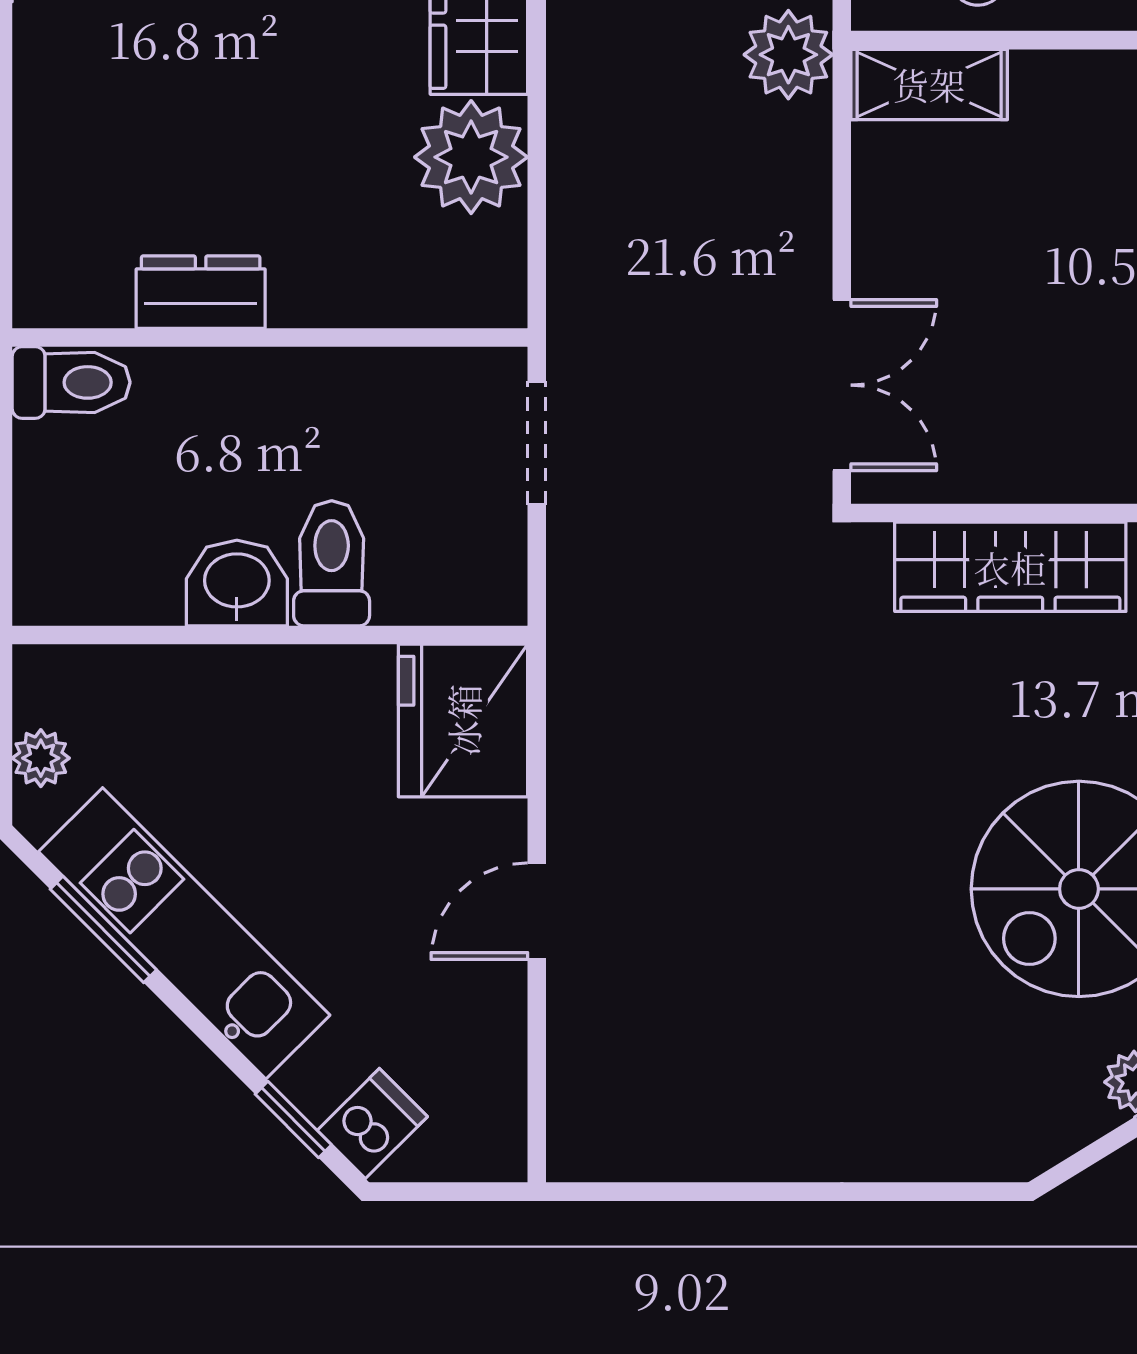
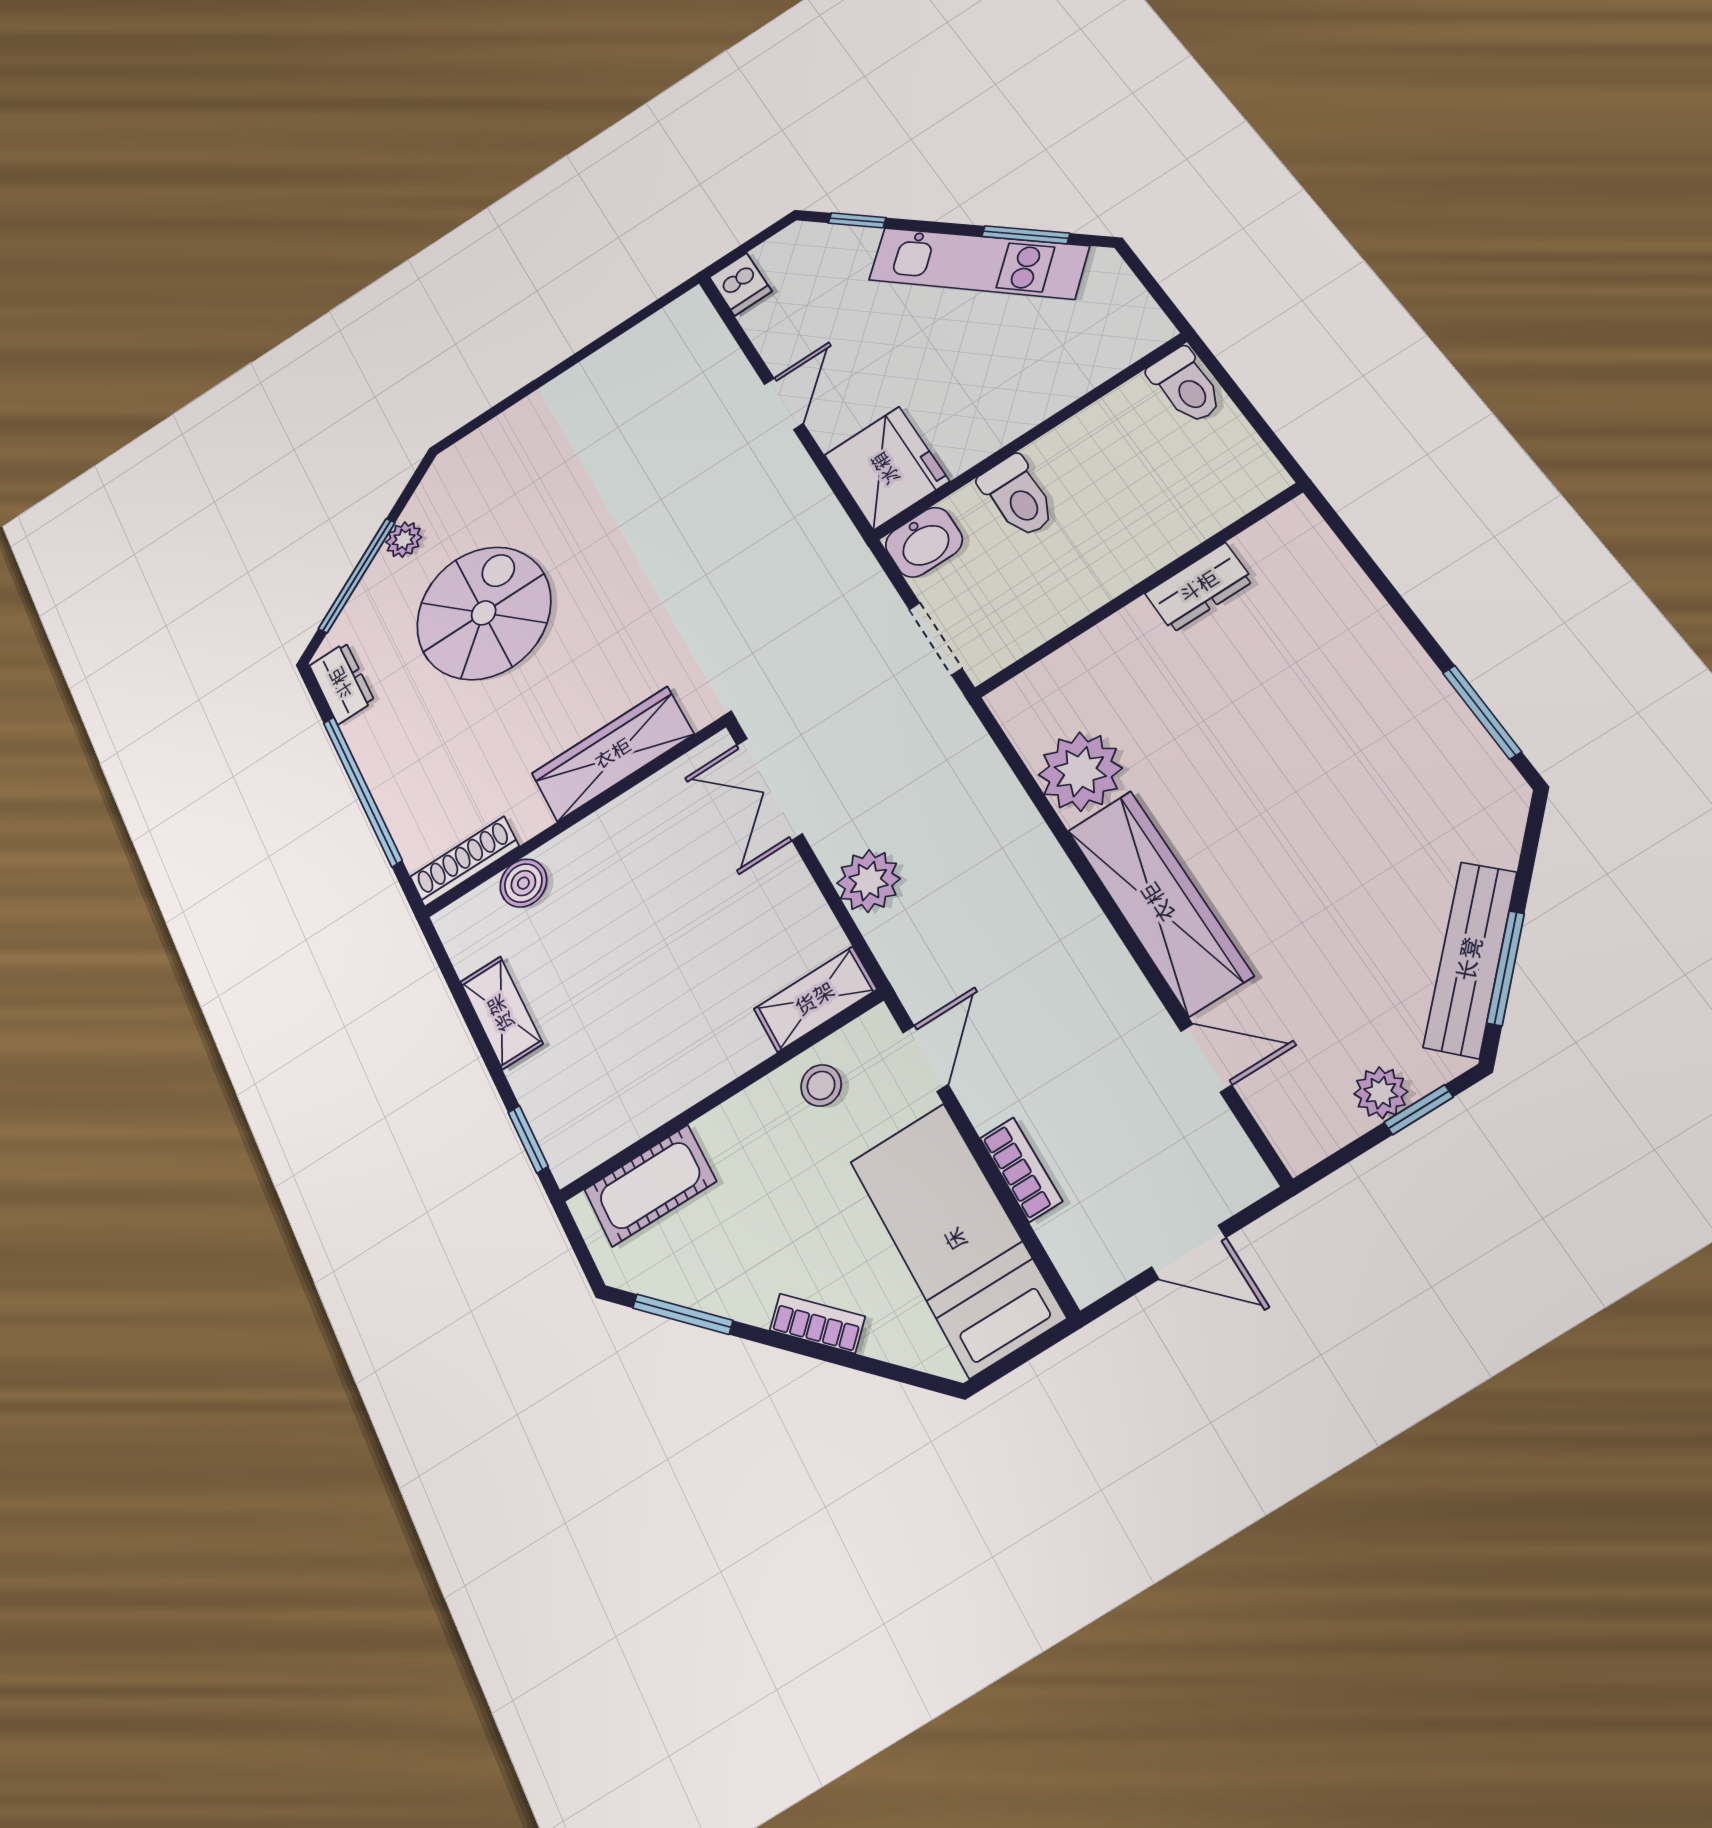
plant: (788, 55) -> (868, 881), moved
toilet: (71, 382) -> (1186, 386), moved, turned -90
washbasin: (237, 583) -> (924, 542), moved
plant: (41, 758) -> (1122, 290), removed
dishwasher: (372, 1123) -> (740, 284), moved, turned -45

